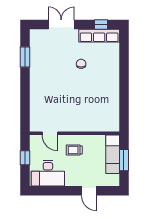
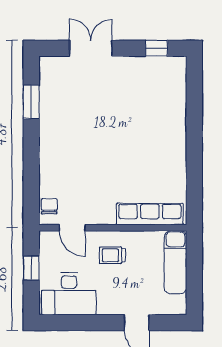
row of seats: (99, 36) -> (150, 214), moved, turned 180
chair: (81, 64) -> (49, 206), moved
window: (124, 160) -> (194, 272), removed

